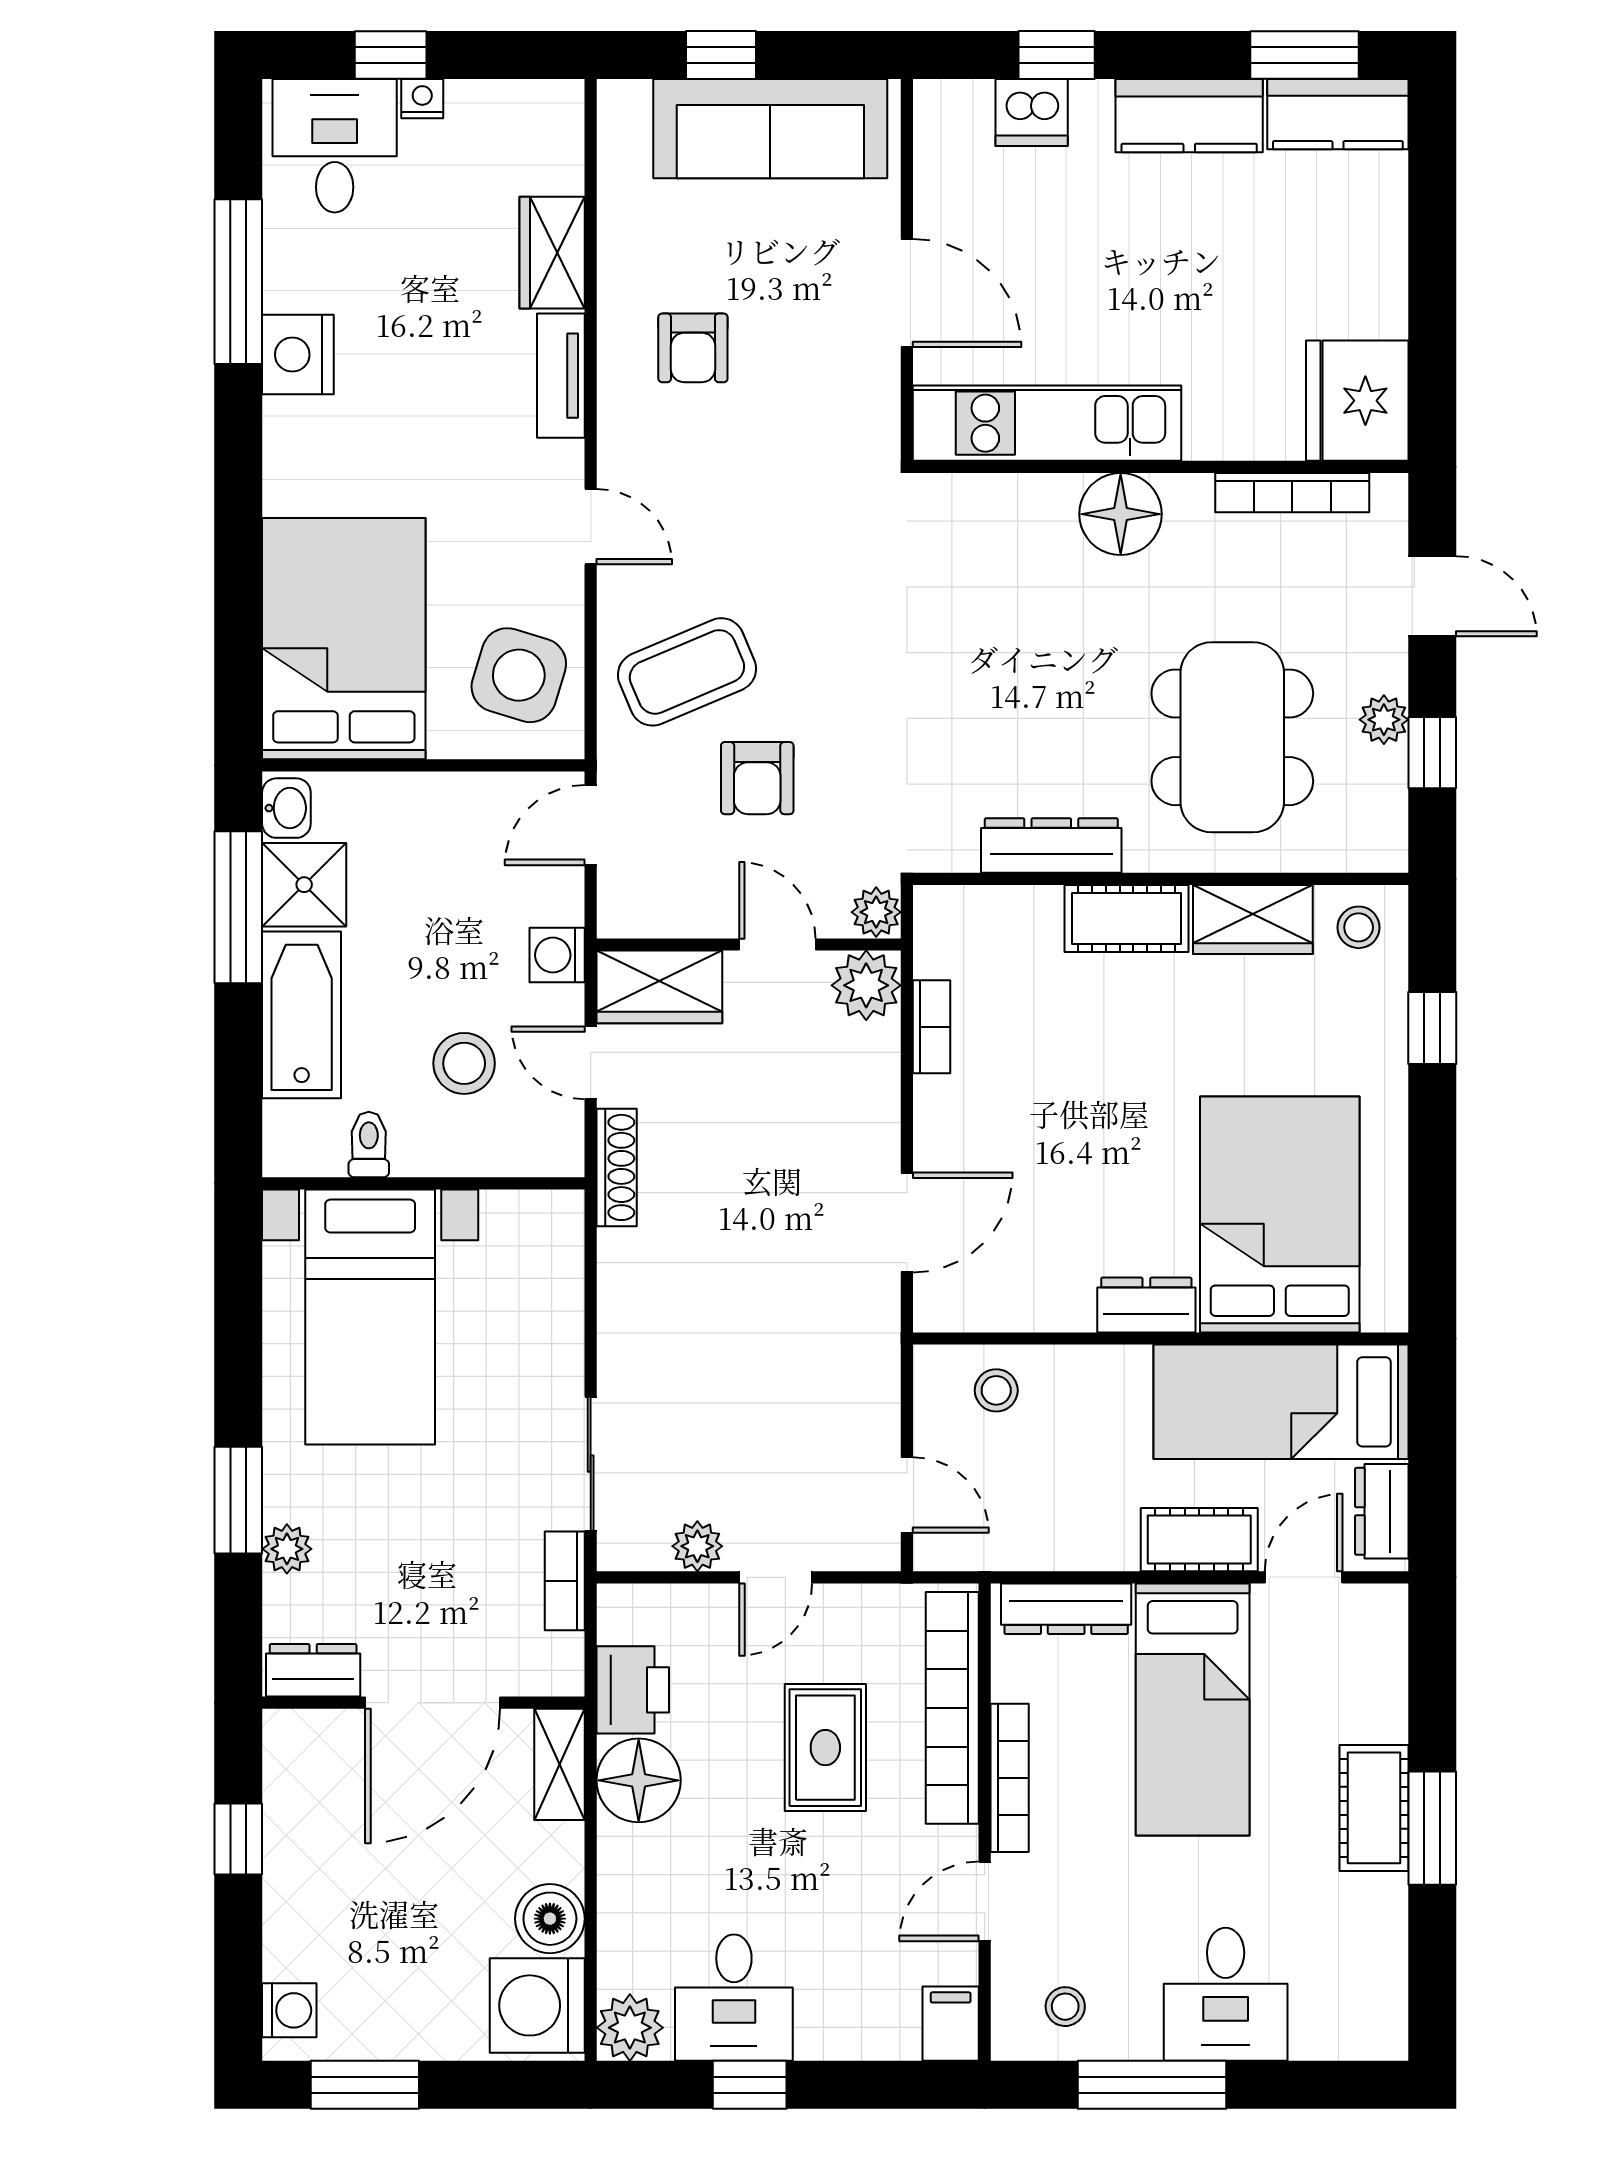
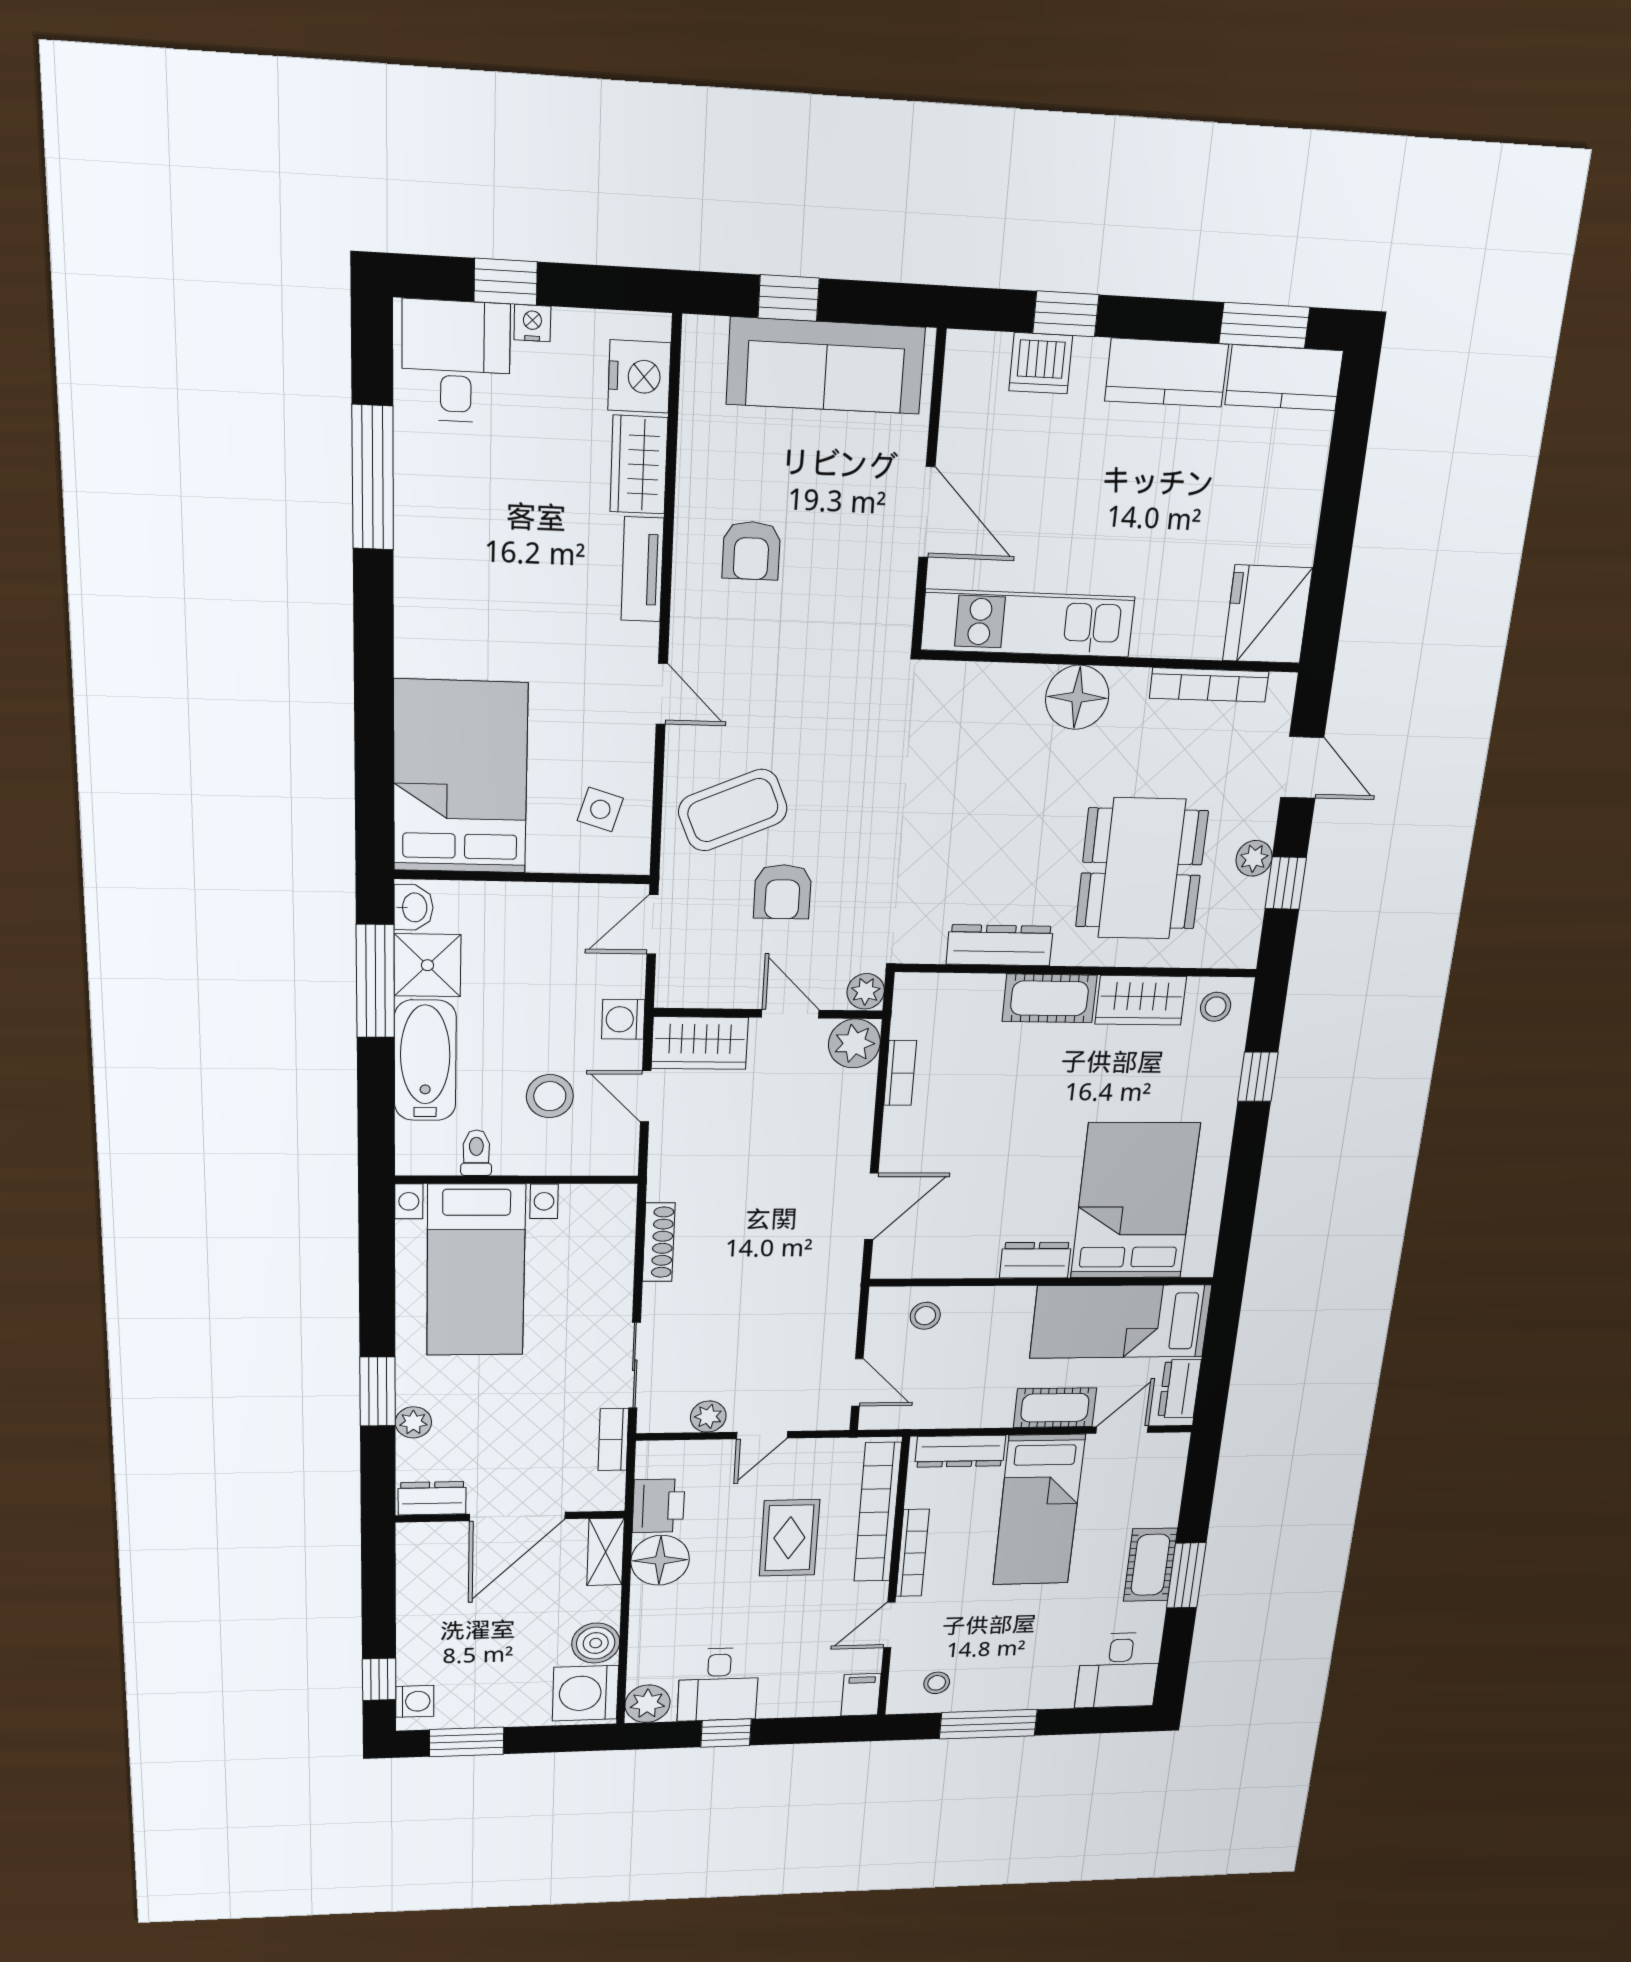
nightstand: (298, 355) -> (639, 377), moved, turned 180
side table: (519, 675) -> (600, 809), width x0.54, depth x0.54
shoe rack: (617, 1167) -> (659, 1242), moved
window: (238, 1839) -> (379, 1679), moved
desk: (1226, 1994) -> (1119, 1670), moved

